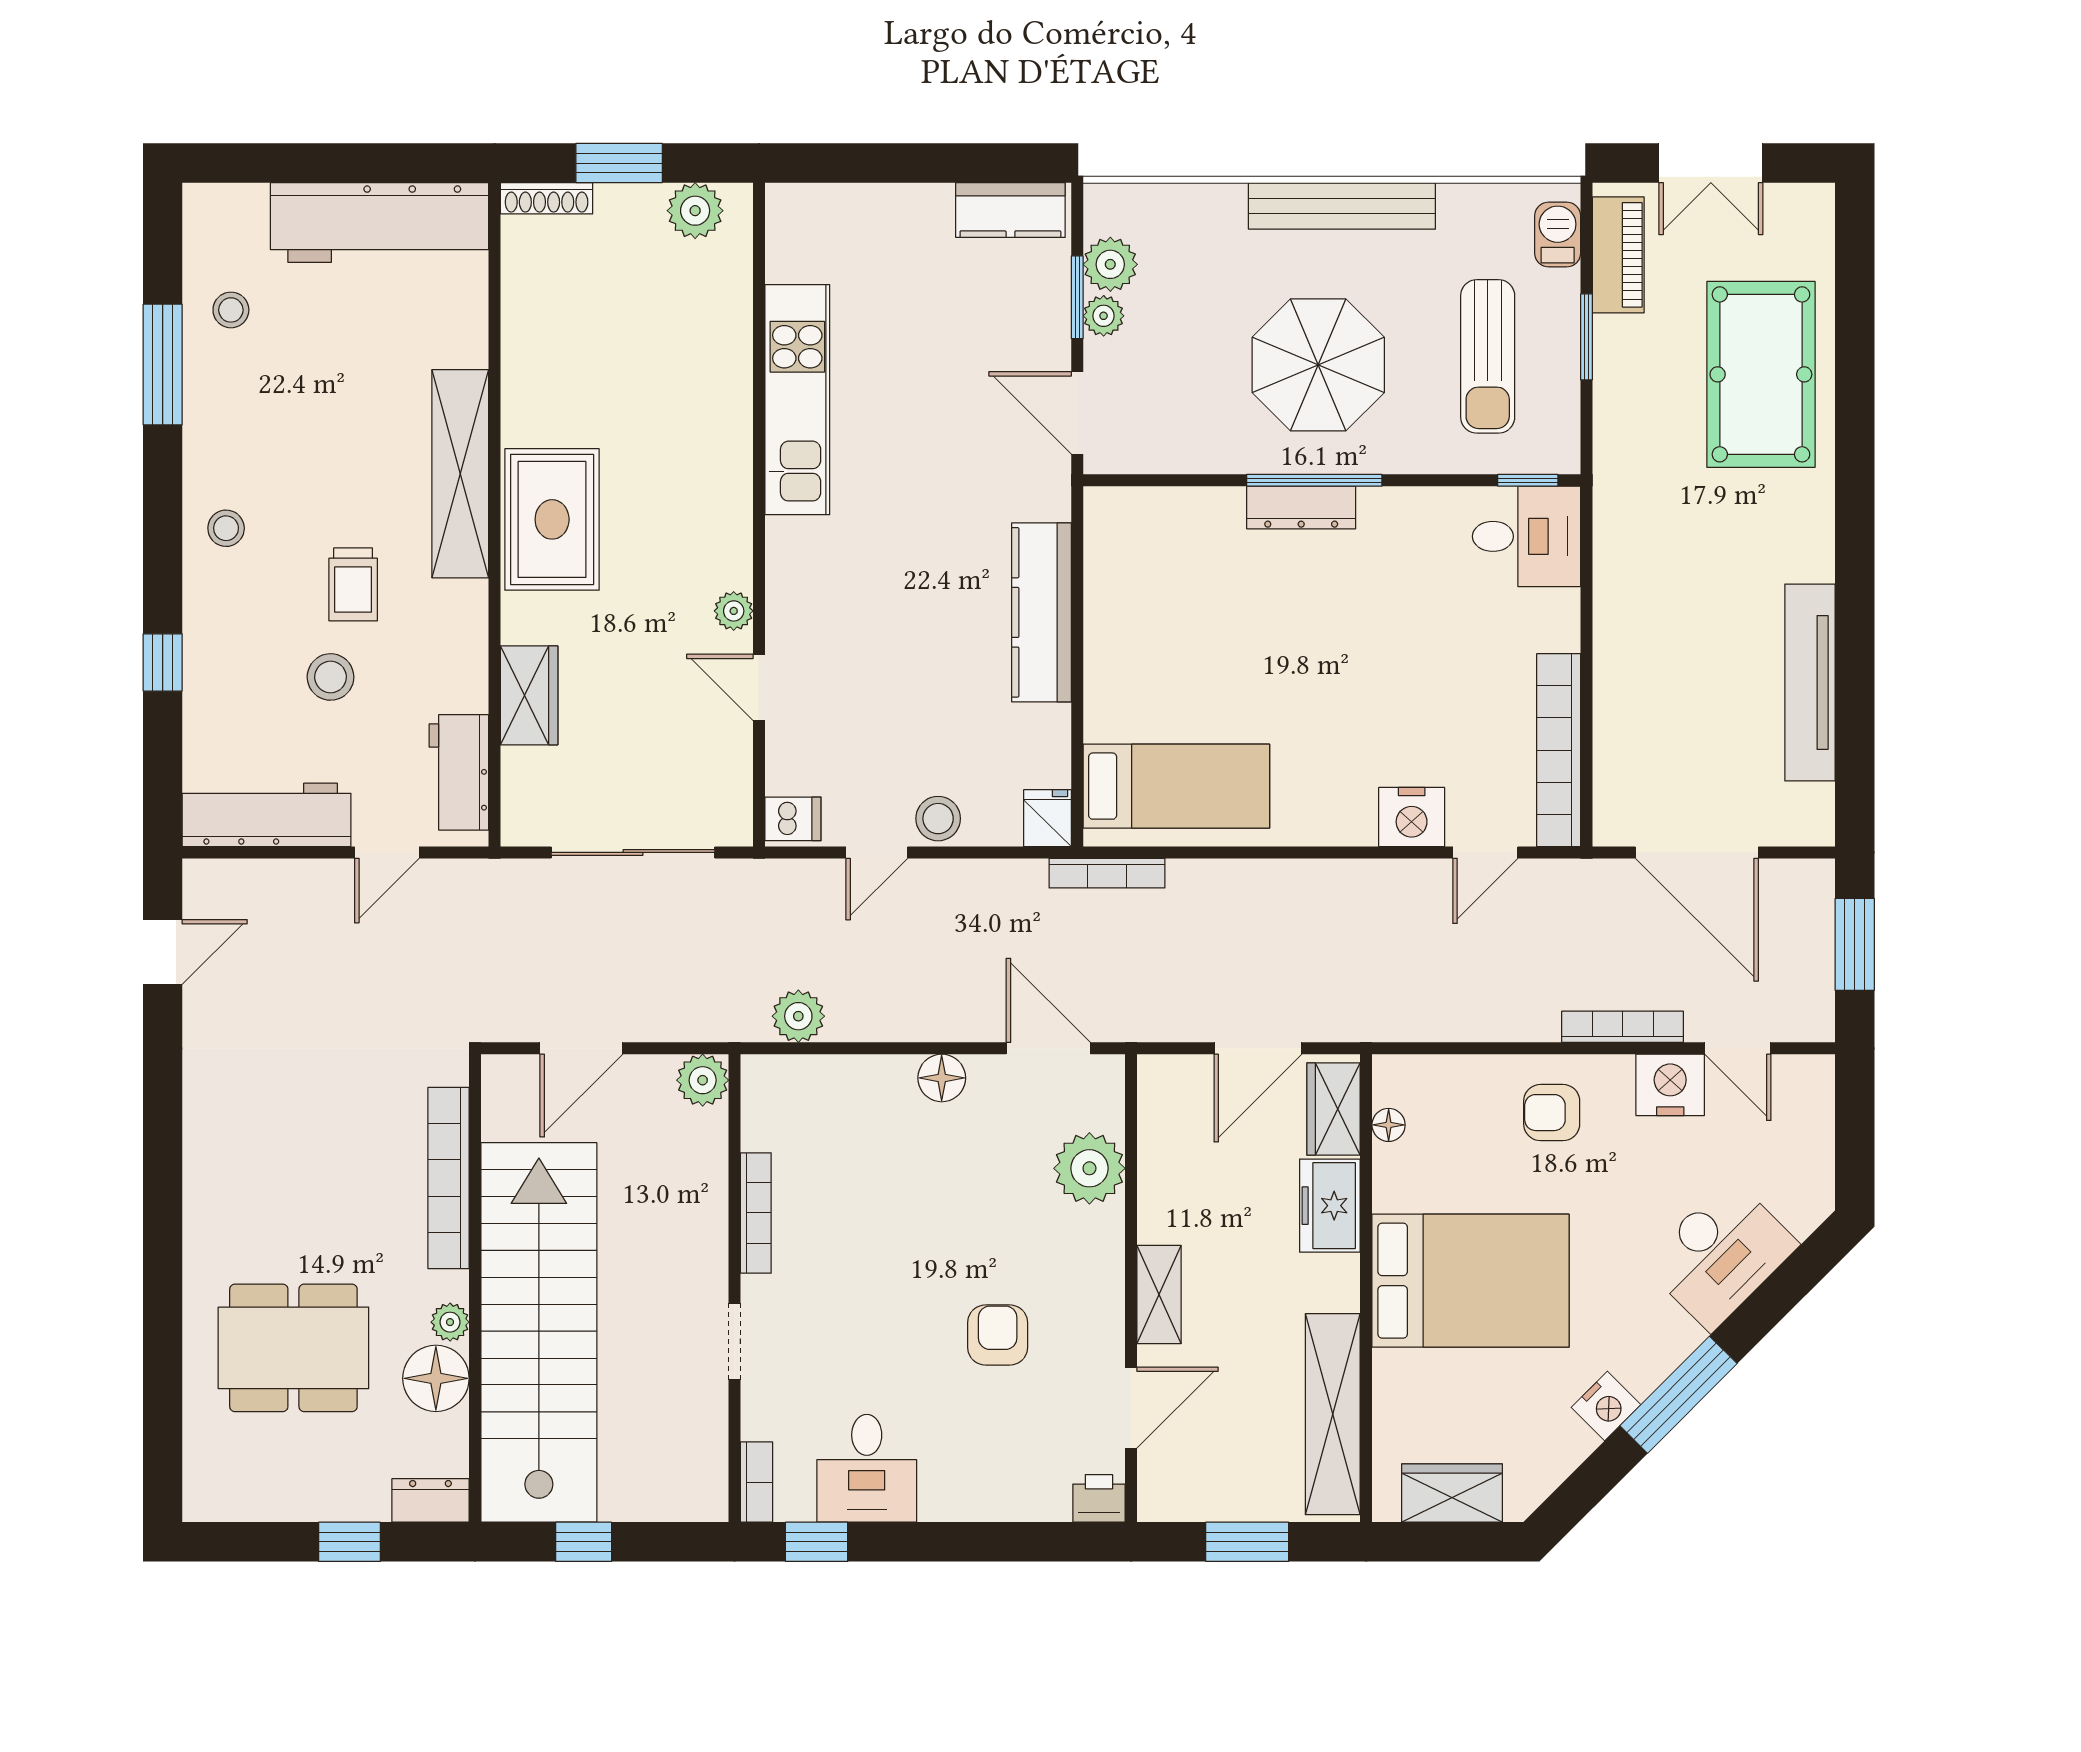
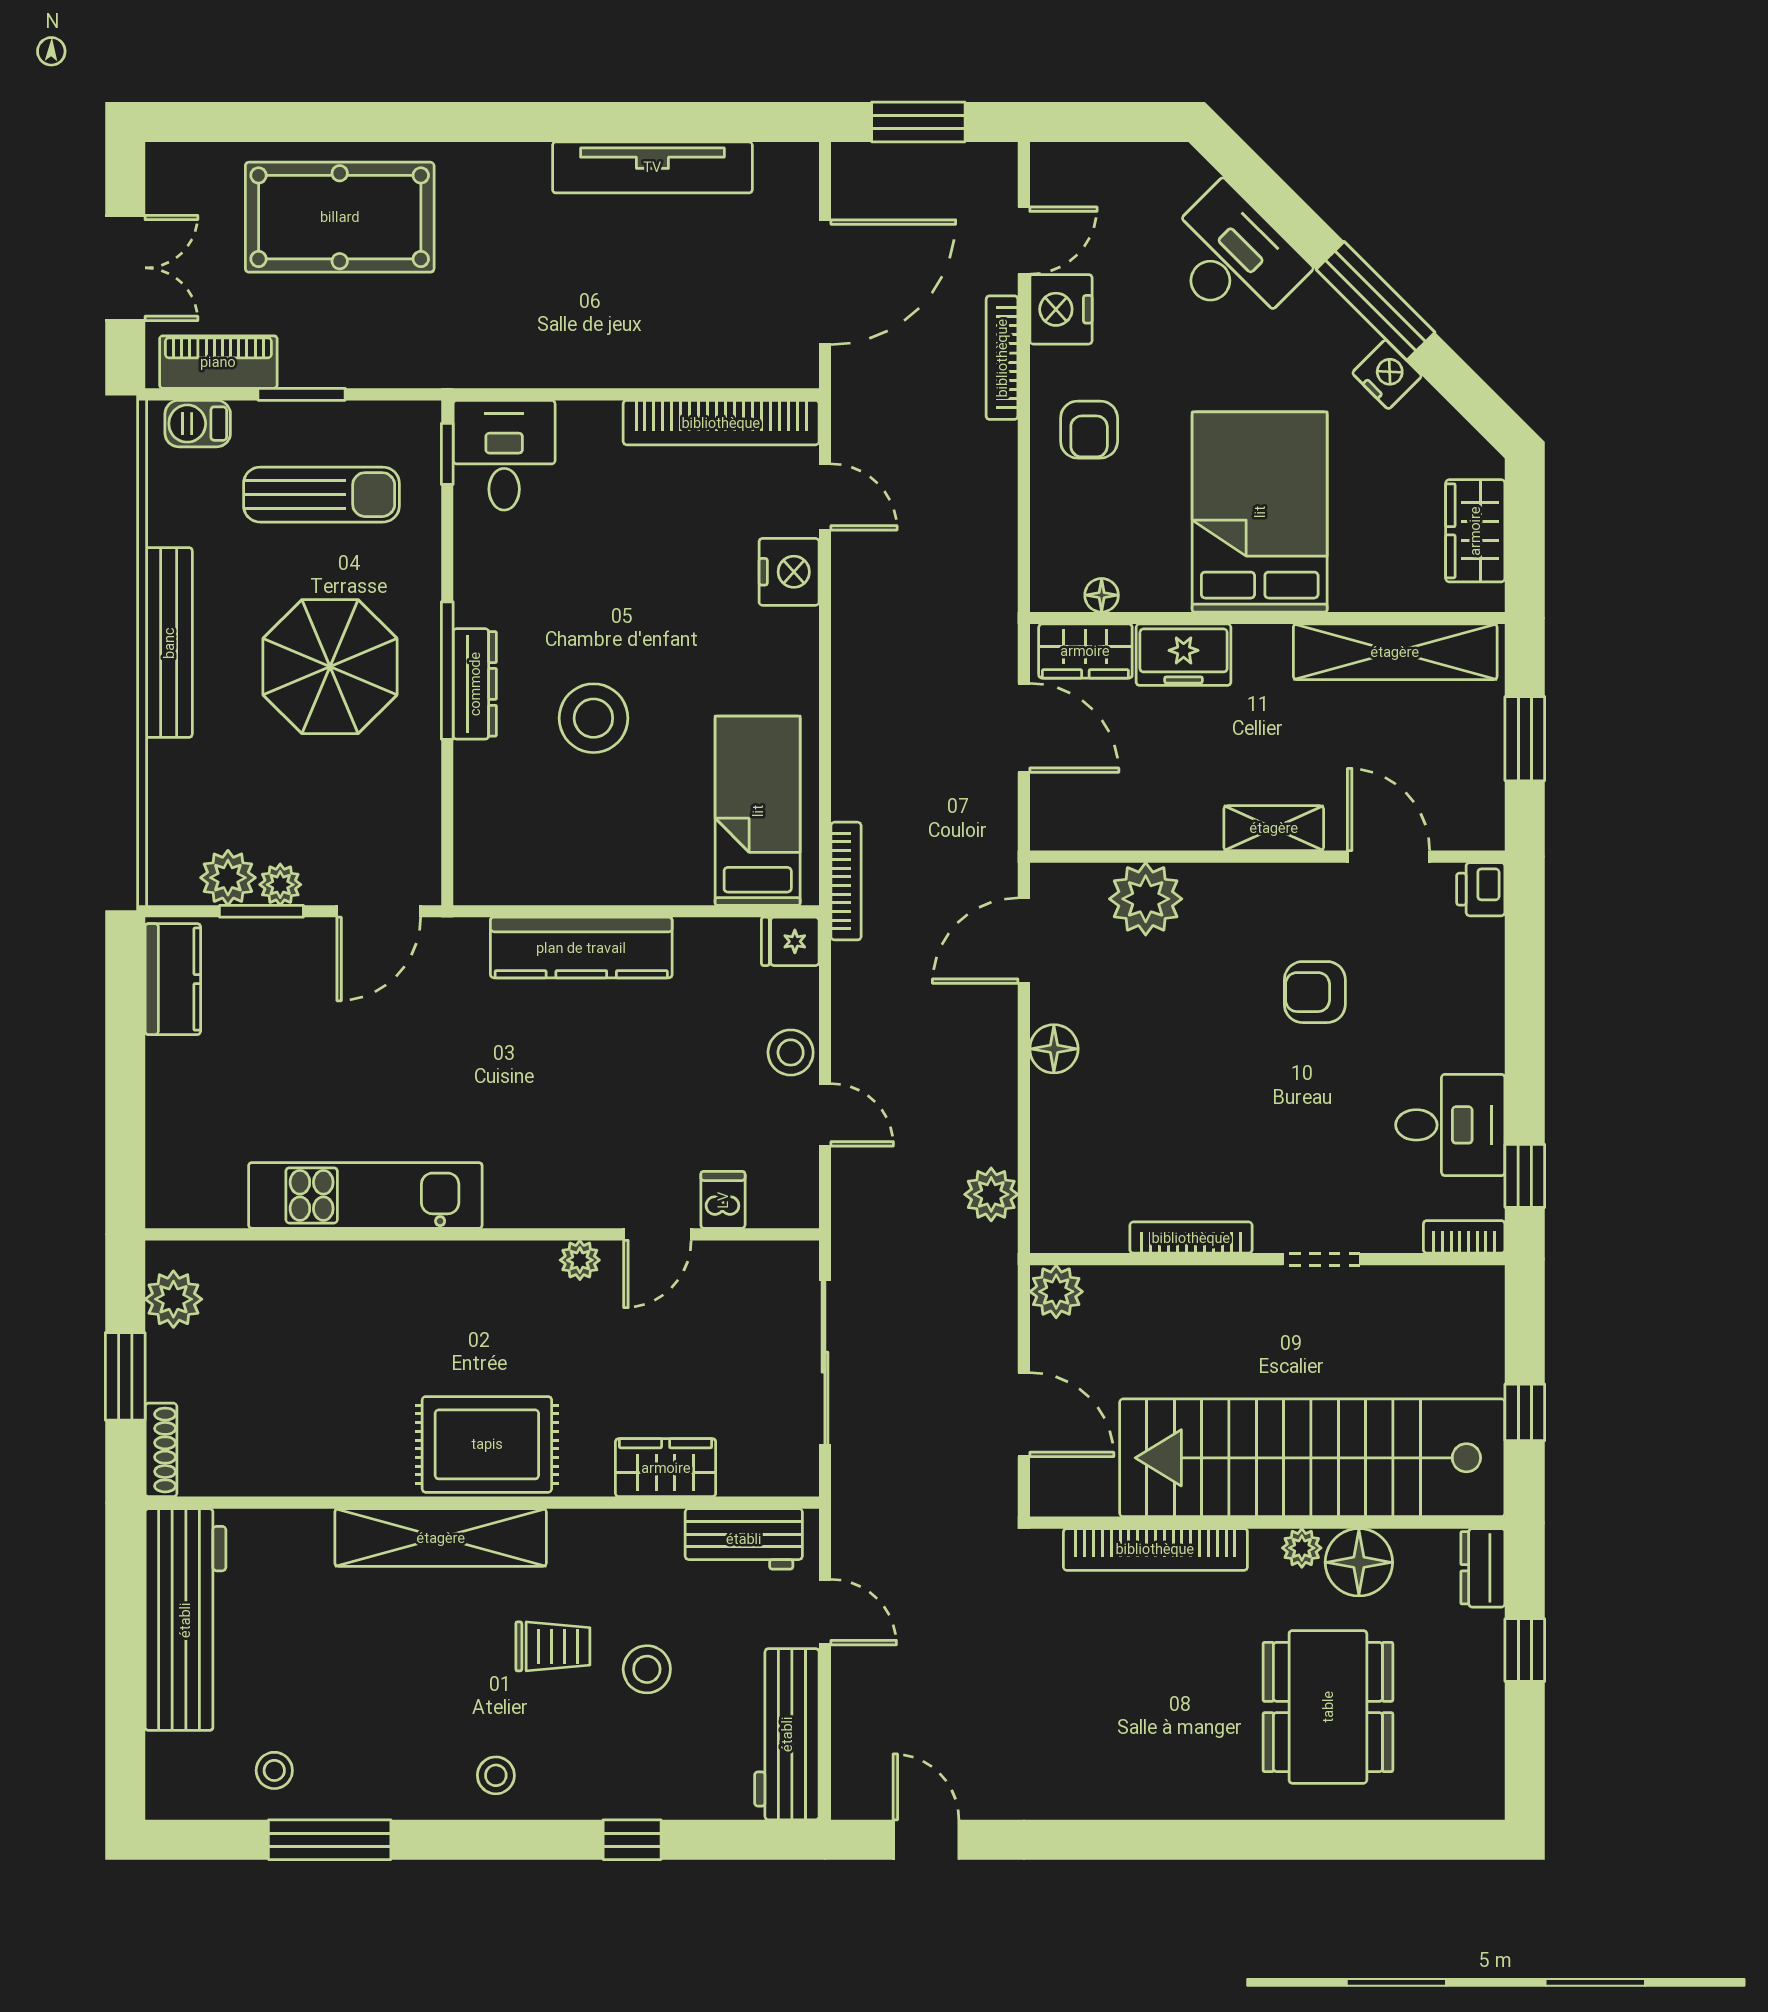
stool: (1267, 624) -> (593, 718), added
dishwasher: (793, 819) -> (723, 1200), moved

